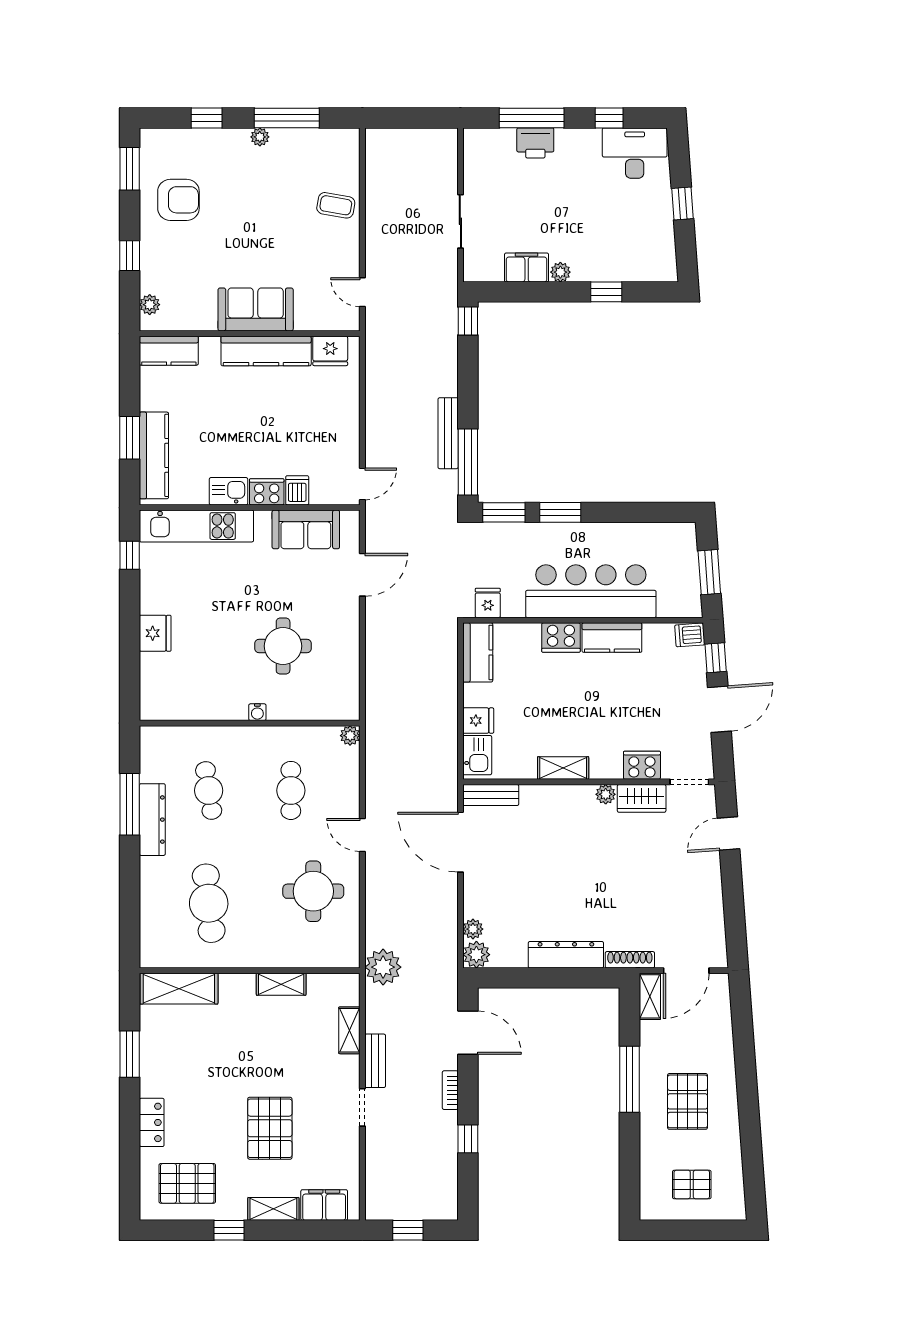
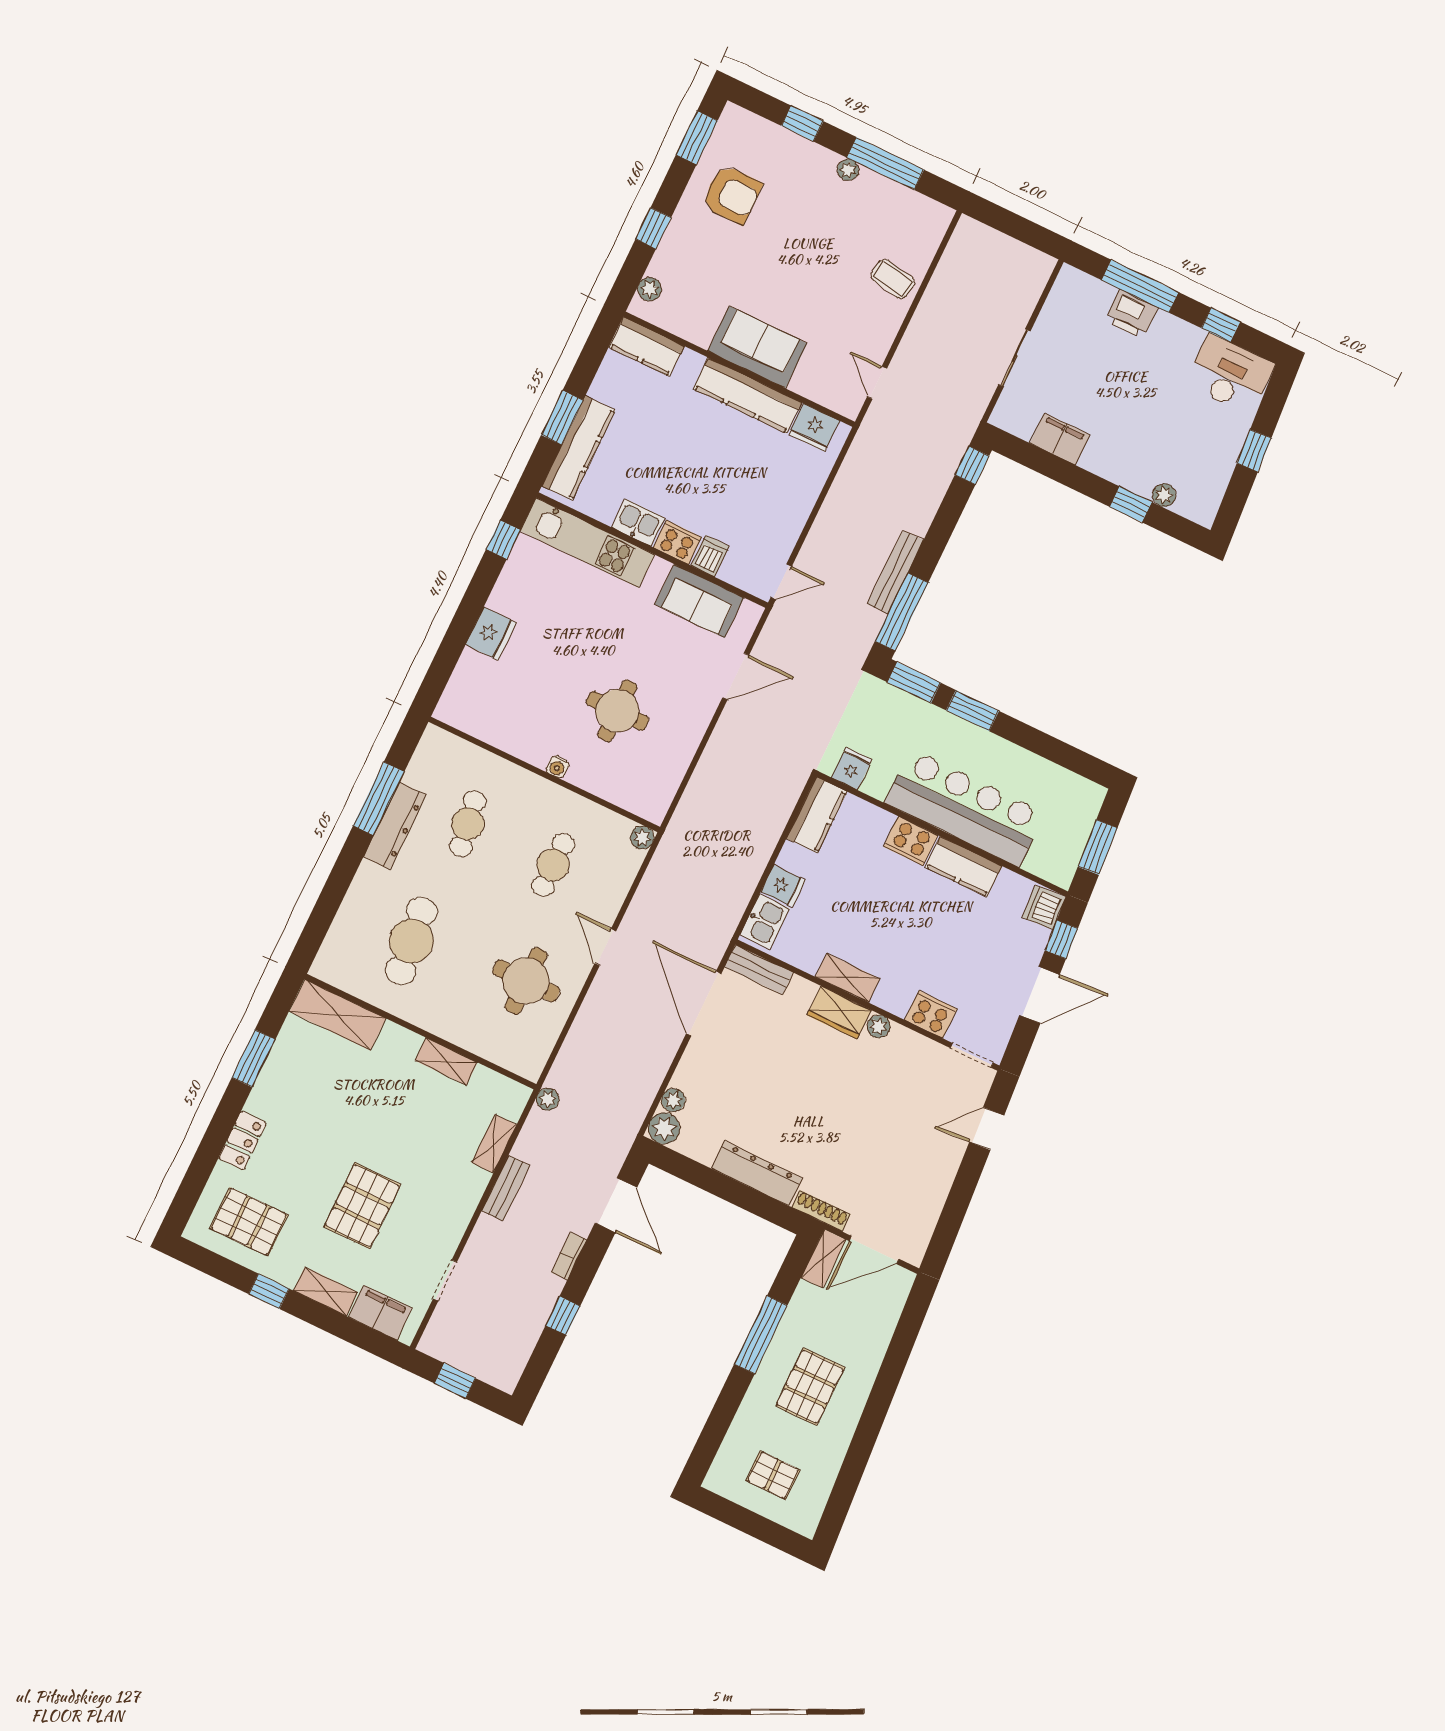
plant: (560, 272) -> (1164, 495), moved
dishwasher: (690, 635) -> (1044, 907), width x1.38
wardrobe: (642, 798) -> (839, 1013), moved
plant: (383, 967) -> (548, 1099), width x0.53, depth x0.53
doorway: (362, 1107) -> (445, 1280), moved

